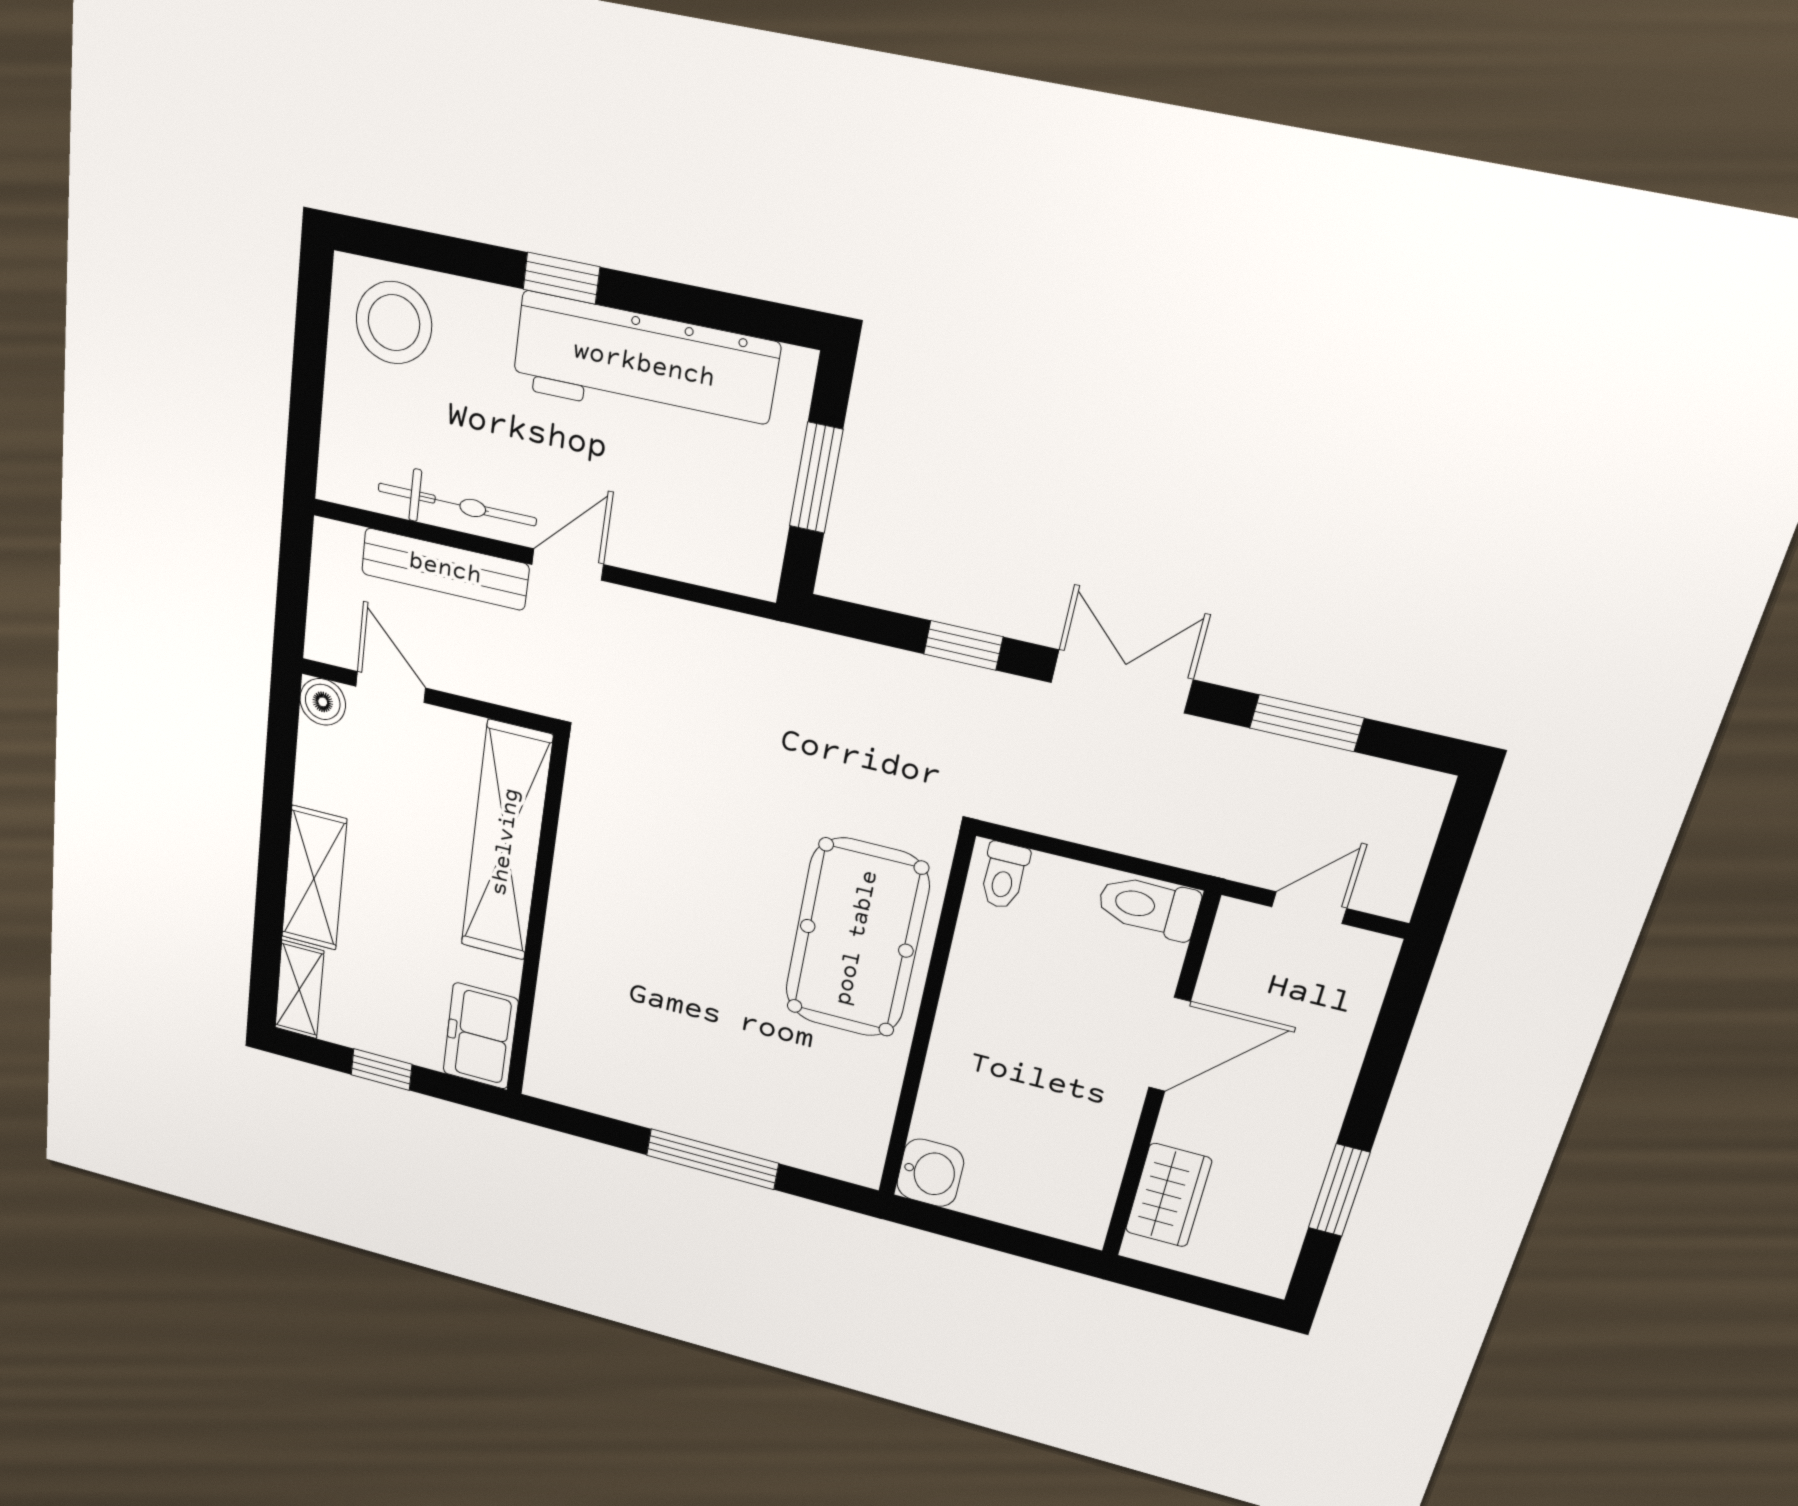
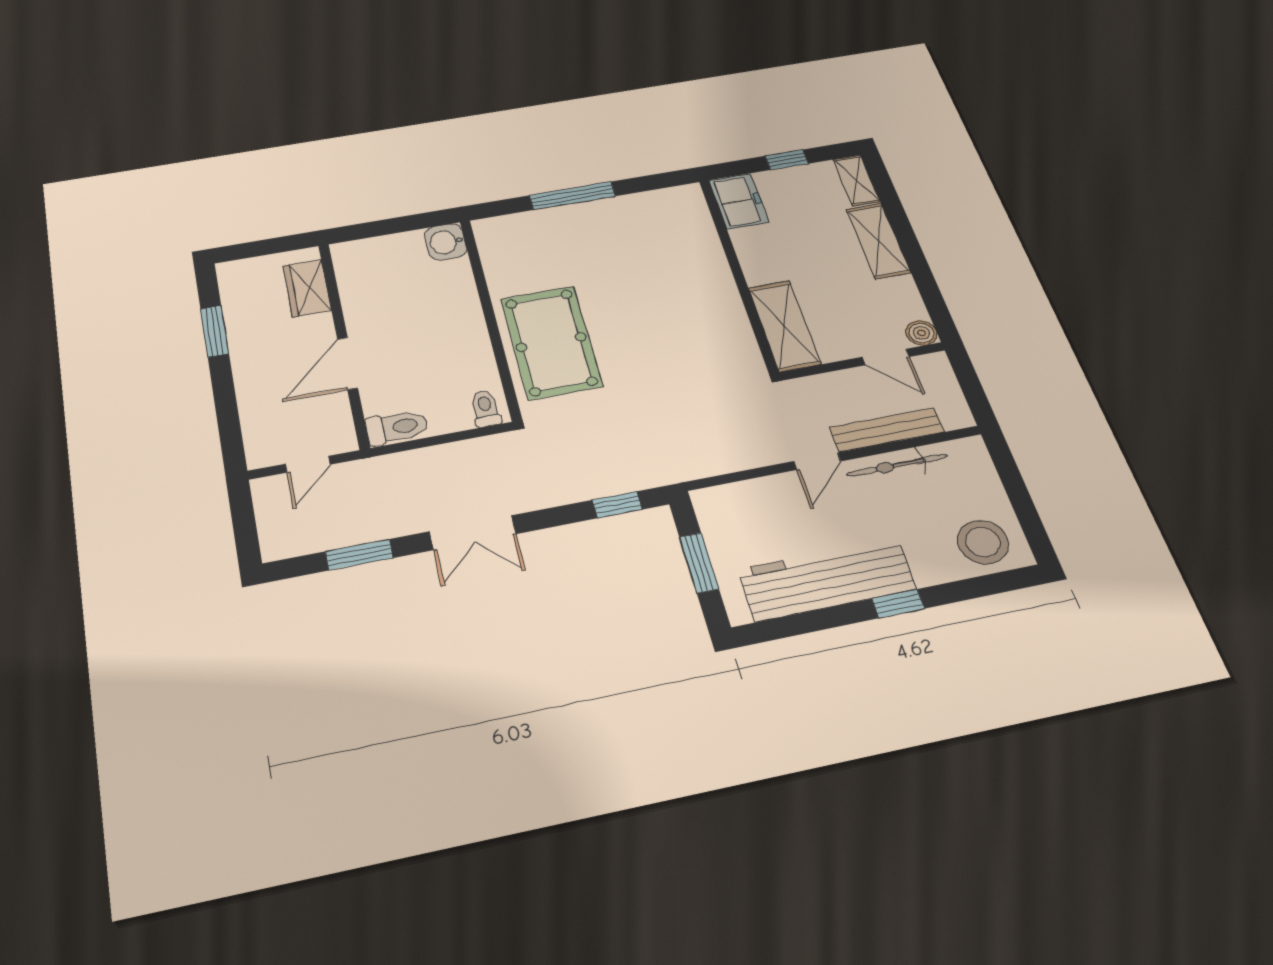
window: (963, 645) -> (617, 505), moved
shelving: (506, 842) -> (784, 326), width x0.68

